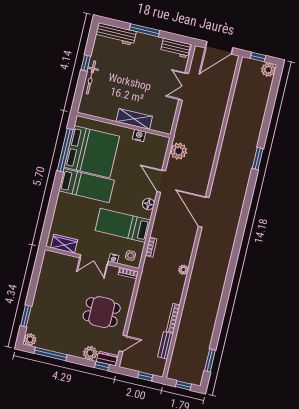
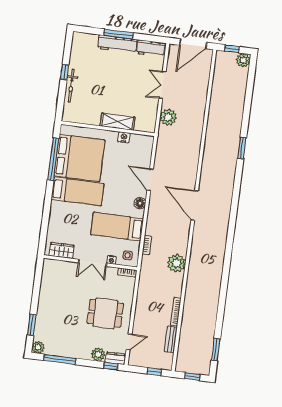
workbench: (116, 34) -> (117, 44), moved
plant: (179, 151) -> (168, 117), moved
plant: (183, 270) -> (176, 263), width x1.88, depth x1.88

